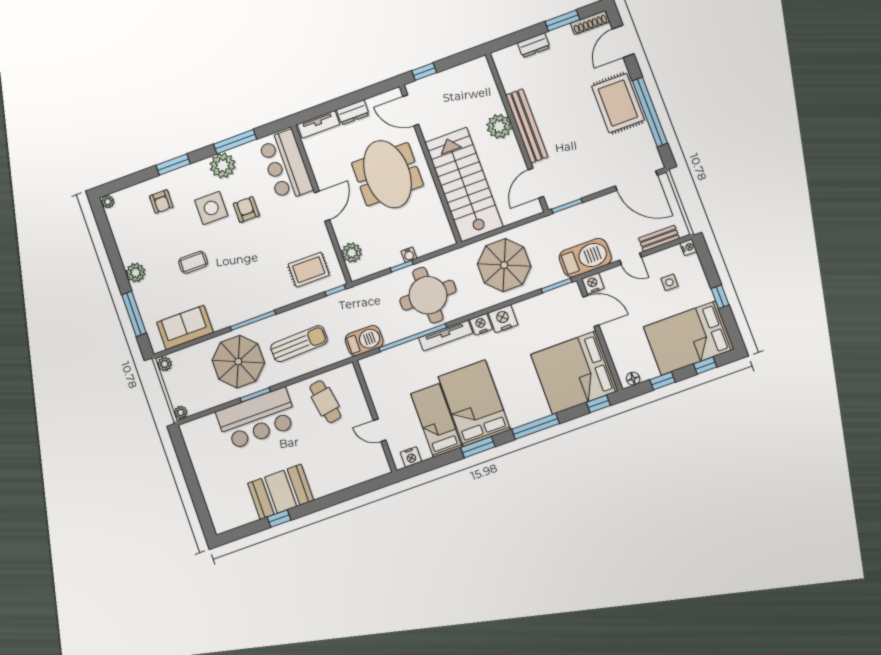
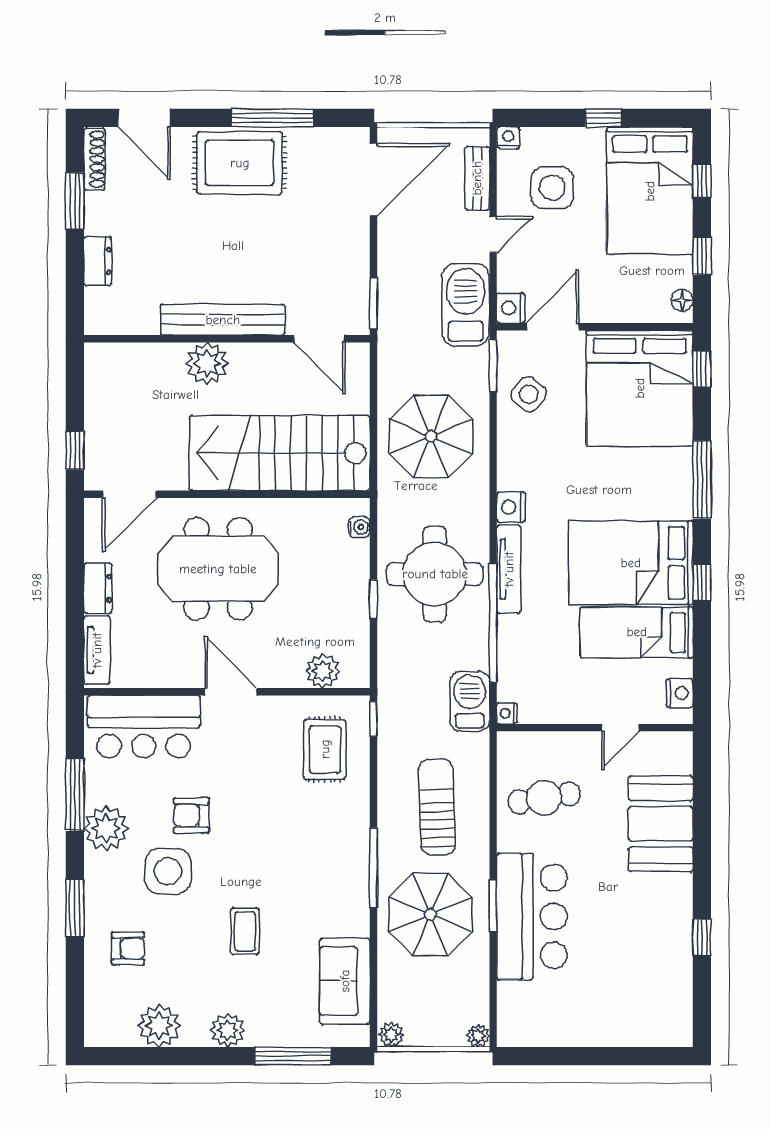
window: (650, 112) -> (272, 118), width x0.68
plant: (108, 202) -> (159, 1026), moved, width x1.88, depth x1.88
water cooler: (409, 255) -> (359, 527), moved
side table: (669, 282) -> (552, 188), width x1.87, depth x1.87
side table: (548, 311) -> (529, 394), added
nightstand: (503, 319) -> (507, 713), moved, width x0.53, depth x0.56
window: (478, 447) -> (702, 582), width x0.67
booth: (281, 492) -> (661, 824), moved

